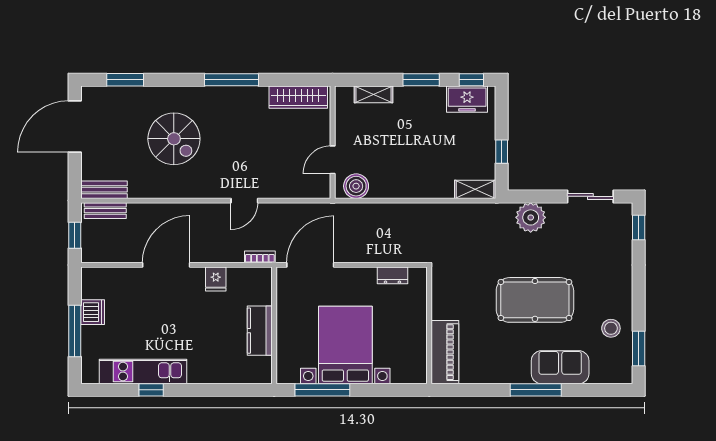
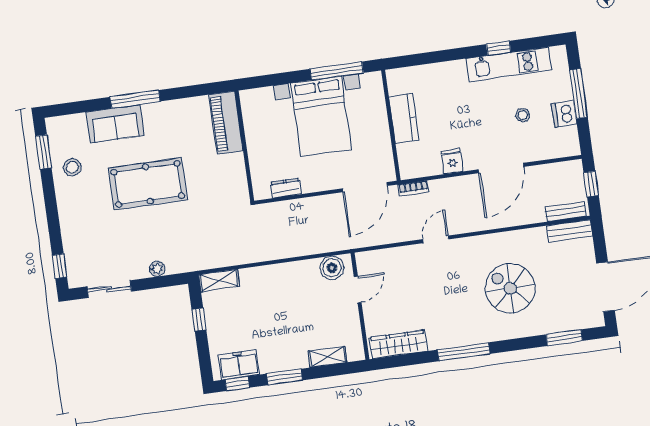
plant: (531, 217) -> (157, 269), width x0.53, depth x0.53
stool: (136, 317) -> (523, 115), added

